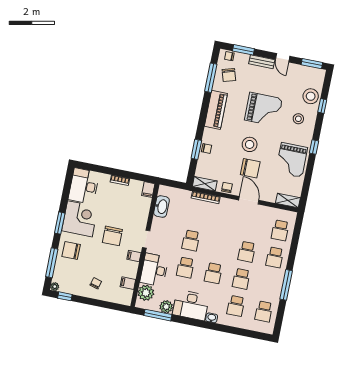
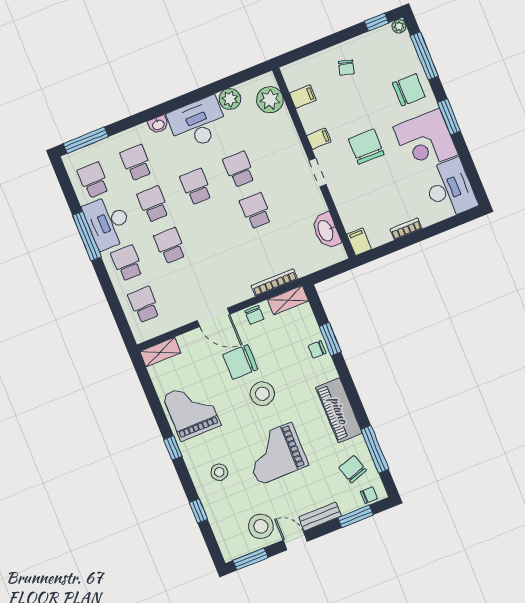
stool: (311, 96) -> (261, 526), moved
desk: (154, 270) -> (108, 222), moved, turned 180
window: (158, 315) -> (86, 140), moved

